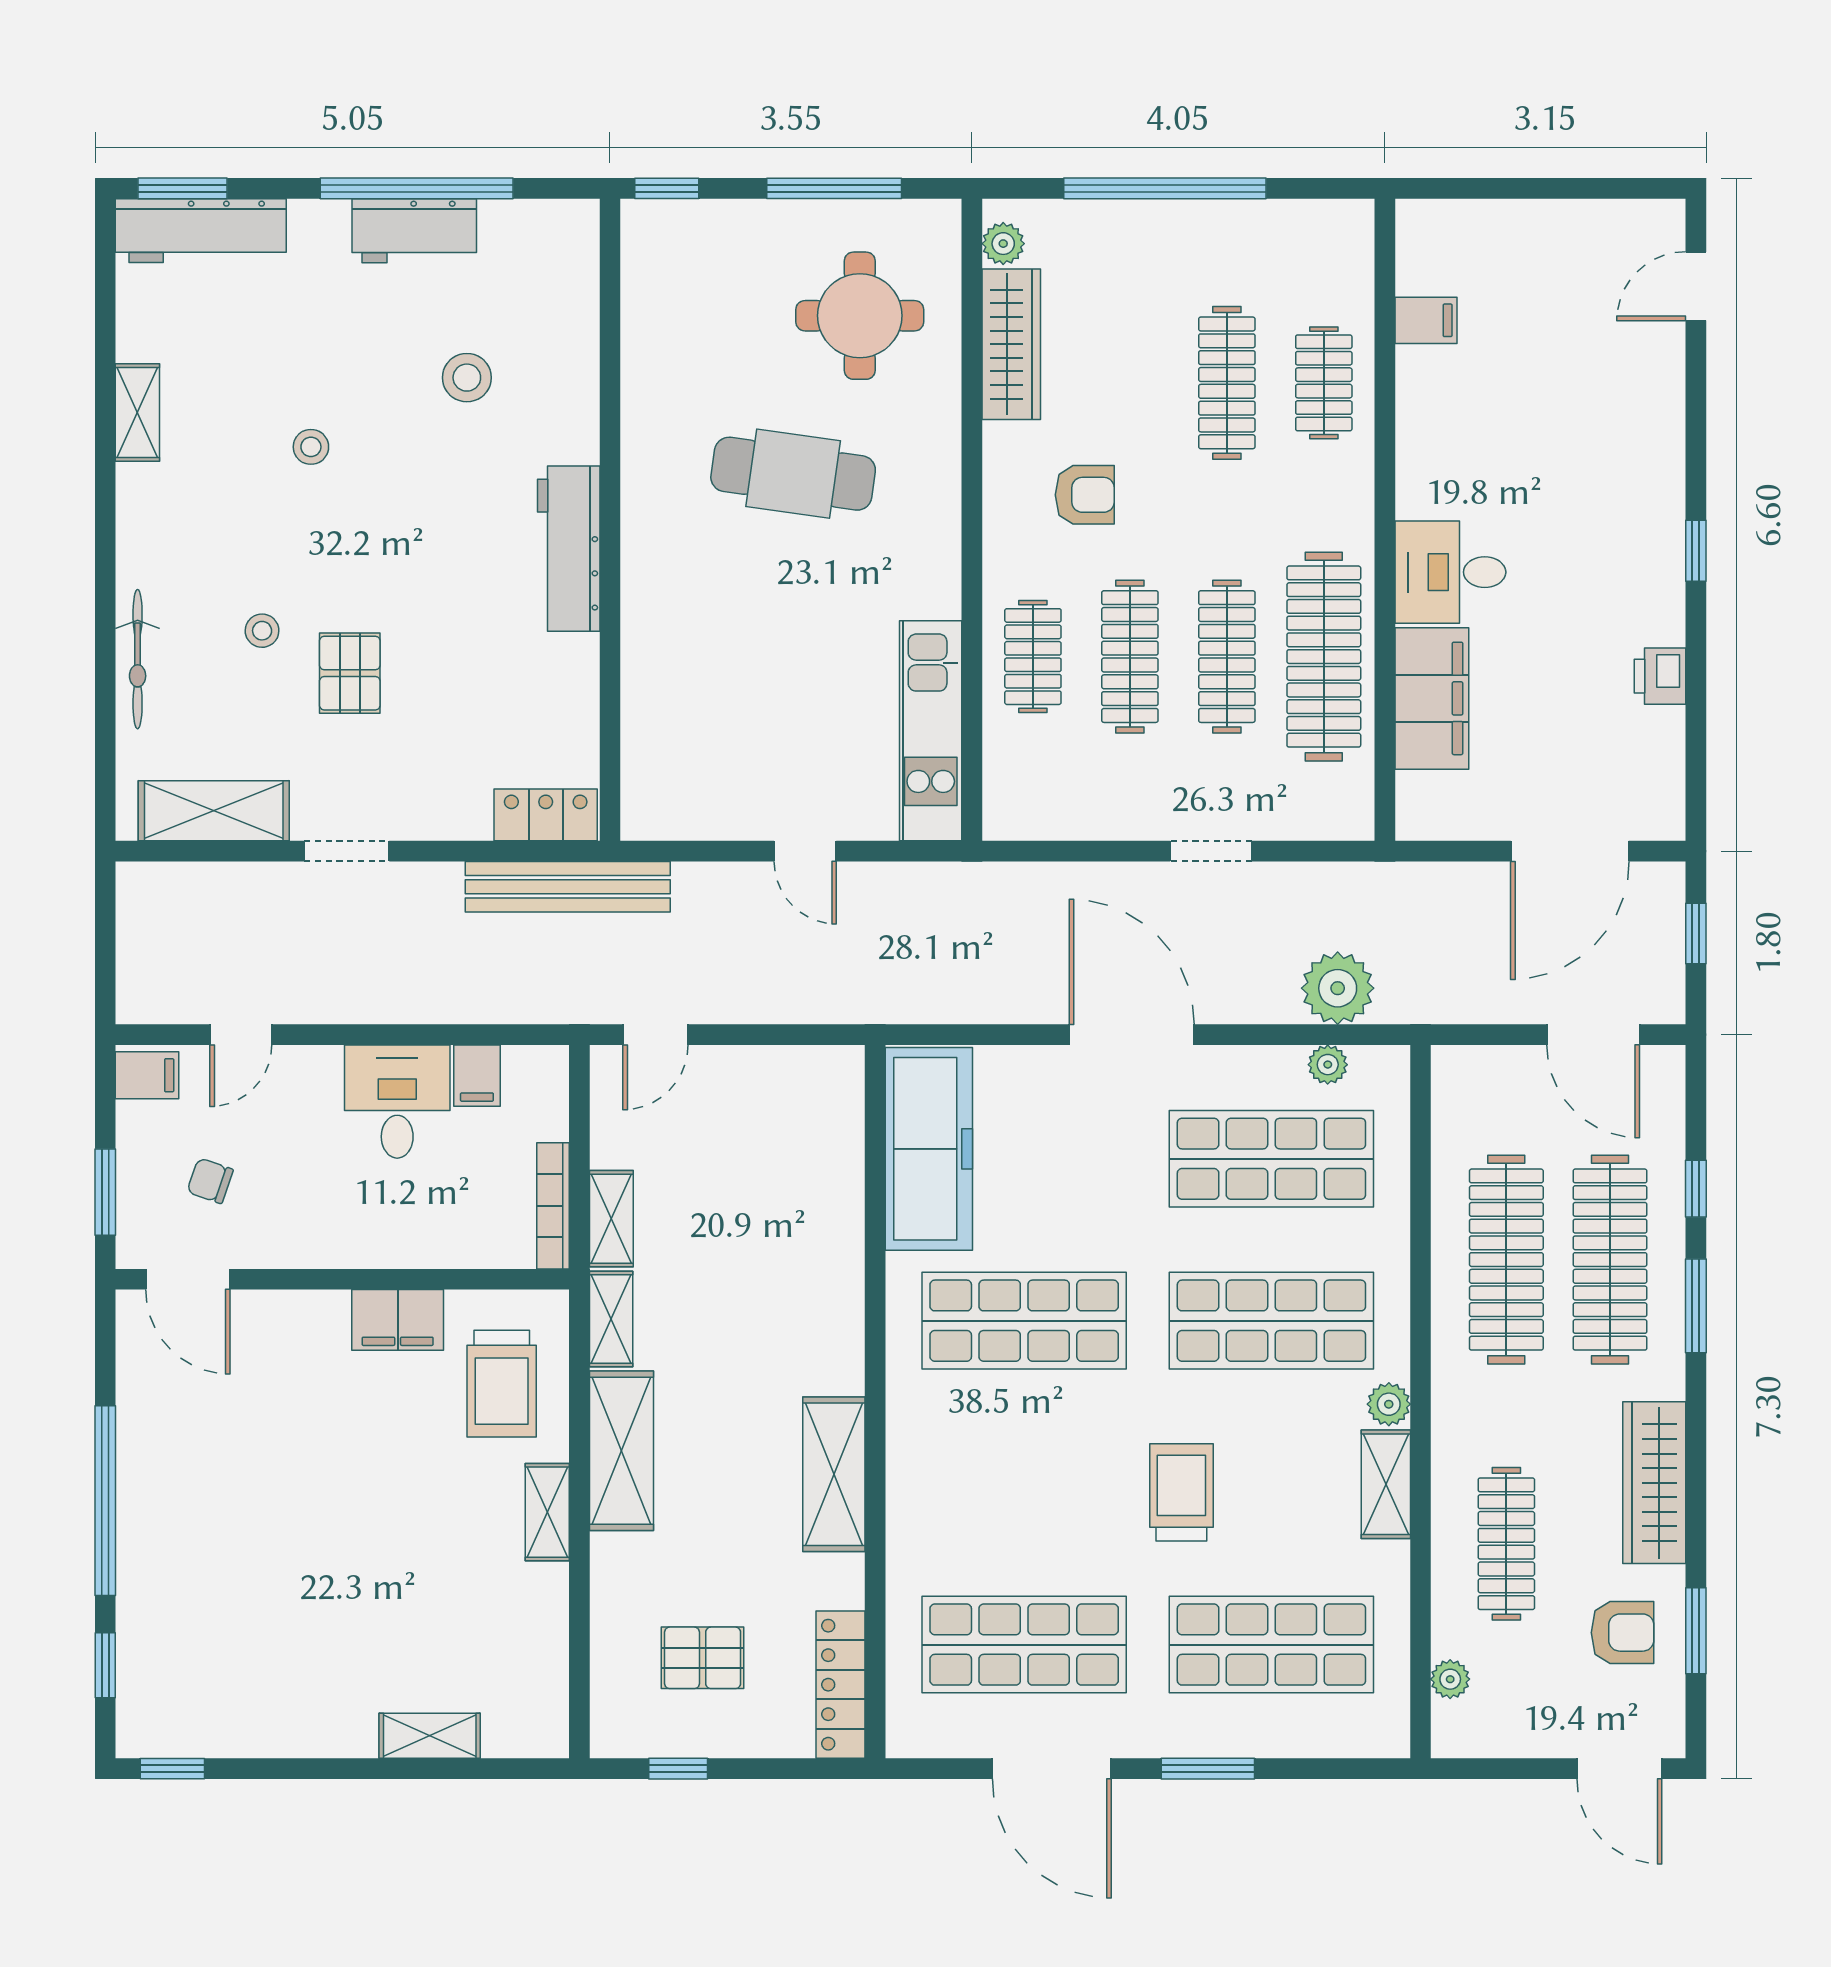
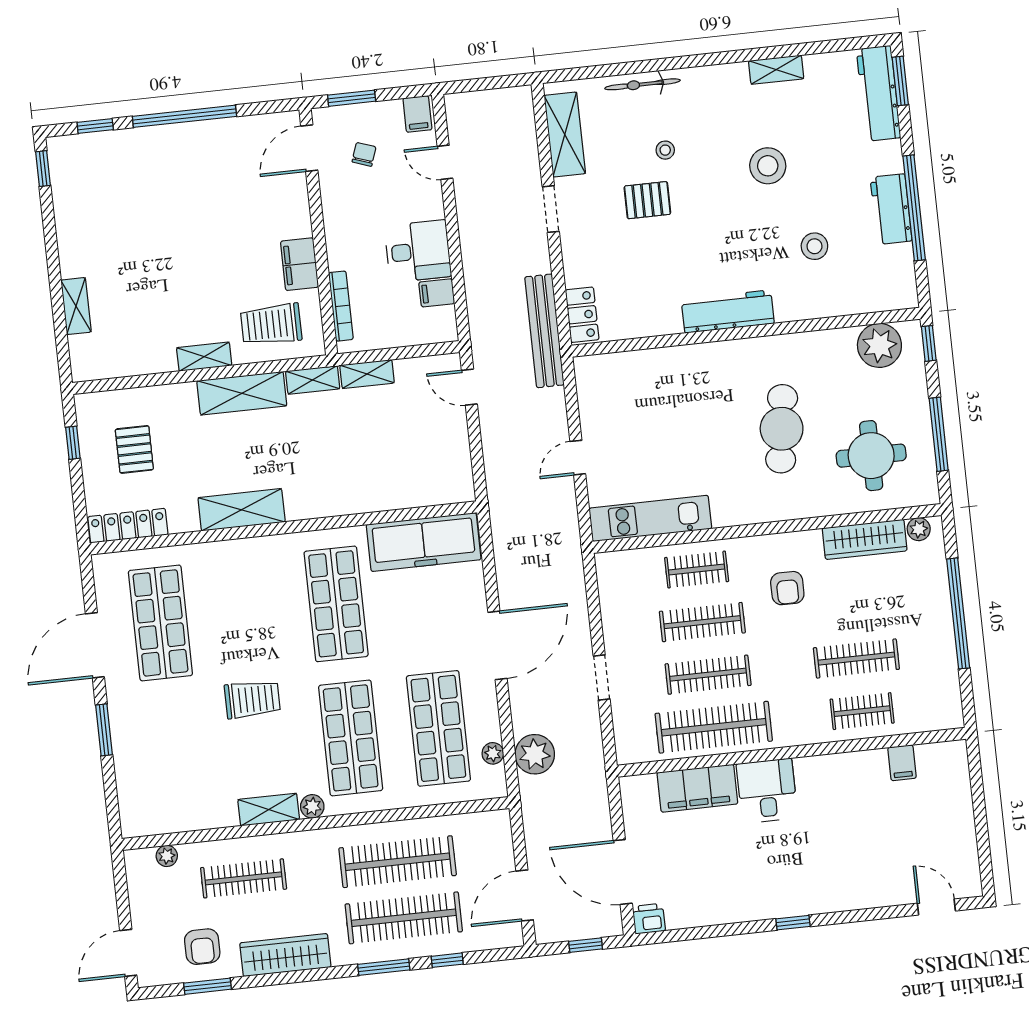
plant: (661, 279) -> (879, 345), added
stool: (311, 447) -> (768, 166), width x1.89, depth x1.89
printer: (1660, 676) -> (649, 919), moved
bookcase: (553, 1206) -> (341, 306), moved, turned 90
shop shelf: (1271, 1645) -> (175, 757), removed

